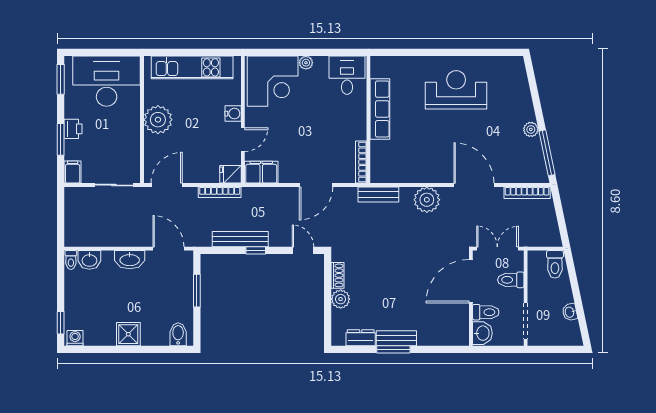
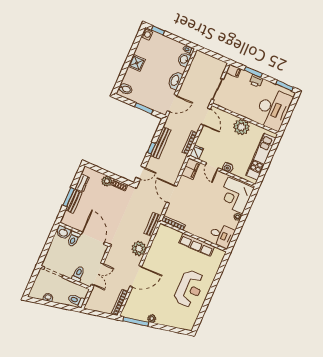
door: (471, 281) -> (93, 238), moved
wall: (471, 298) -> (84, 234), moved
toilet: (486, 312) -> (73, 239), moved
washbasin: (482, 333) -> (63, 232), moved

